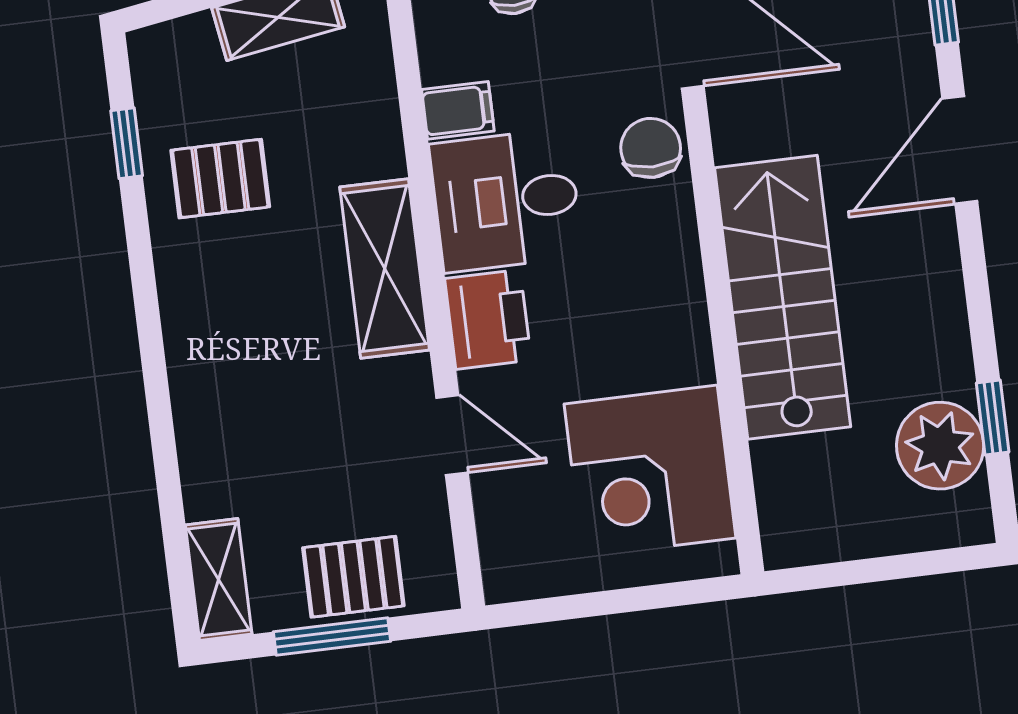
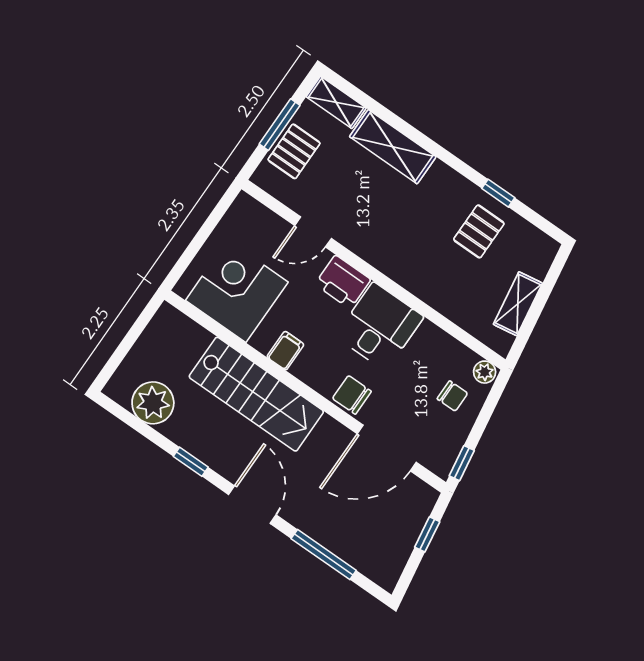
filing cabinet: (458, 110) -> (285, 351), moved, turned 180
window: (127, 143) -> (498, 193), moved
chair: (651, 148) -> (352, 395), turned 180
shelving: (385, 268) -> (393, 147), moved
window: (993, 417) -> (191, 462), moved

